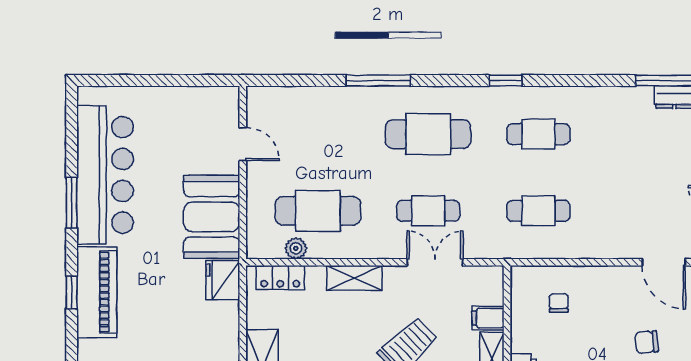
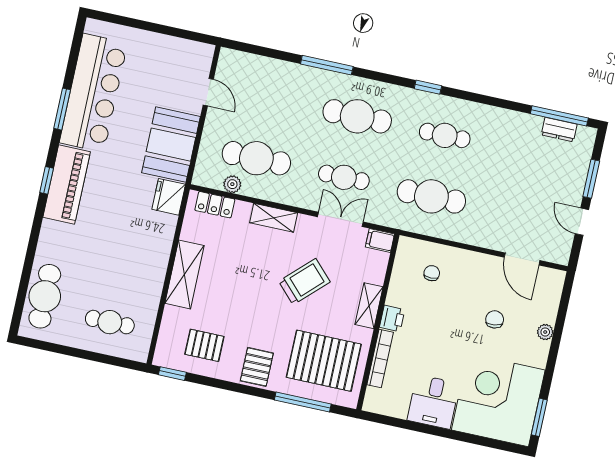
cafe table: (538, 211) -> (431, 196), width x1.37, depth x1.35
filing cabinet: (488, 318) -> (380, 240), moved
chair: (647, 342) -> (495, 319), turned 88

